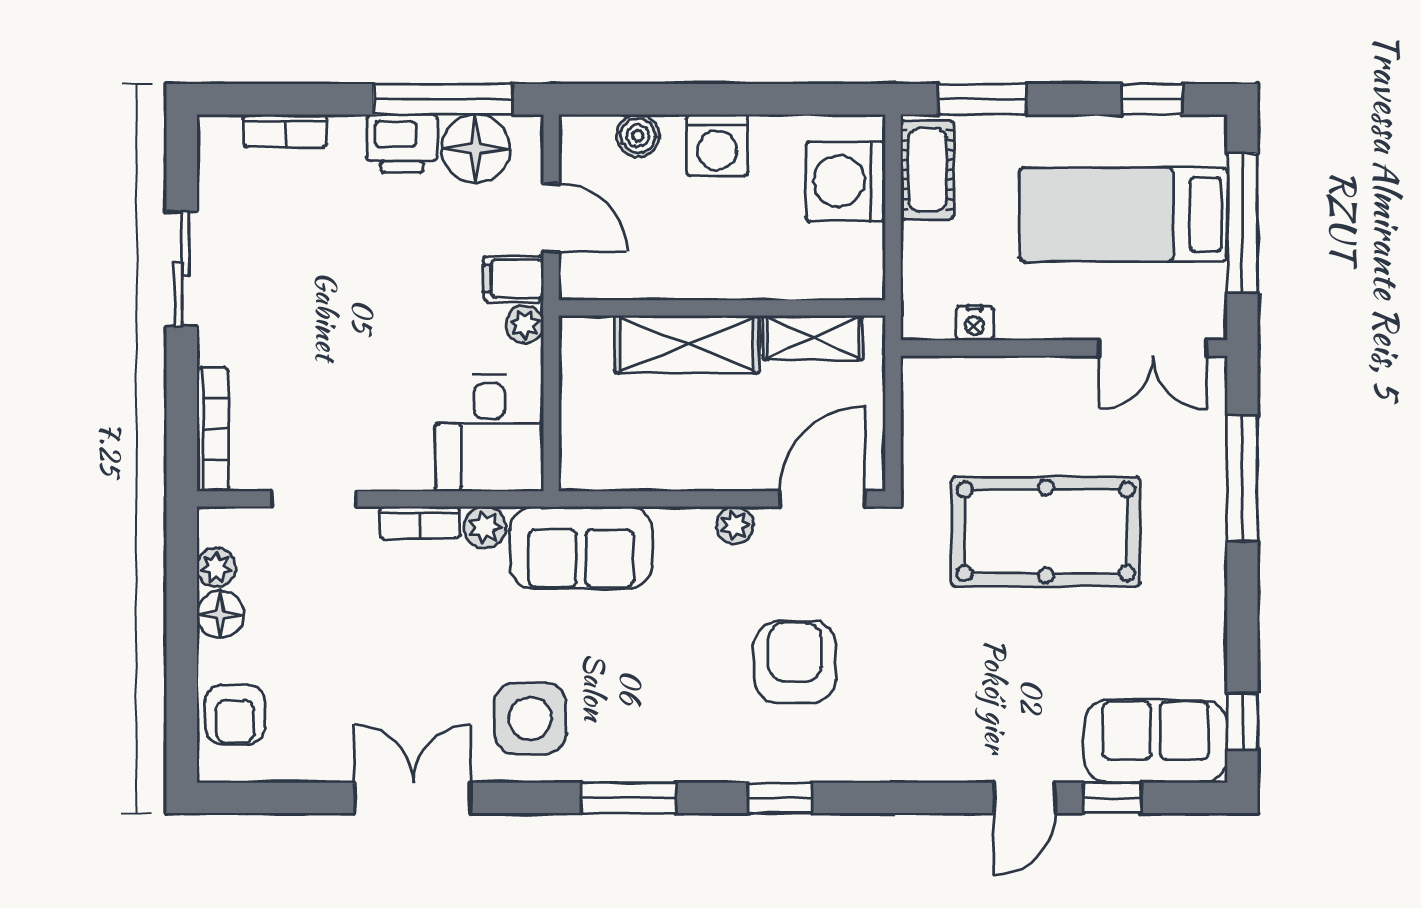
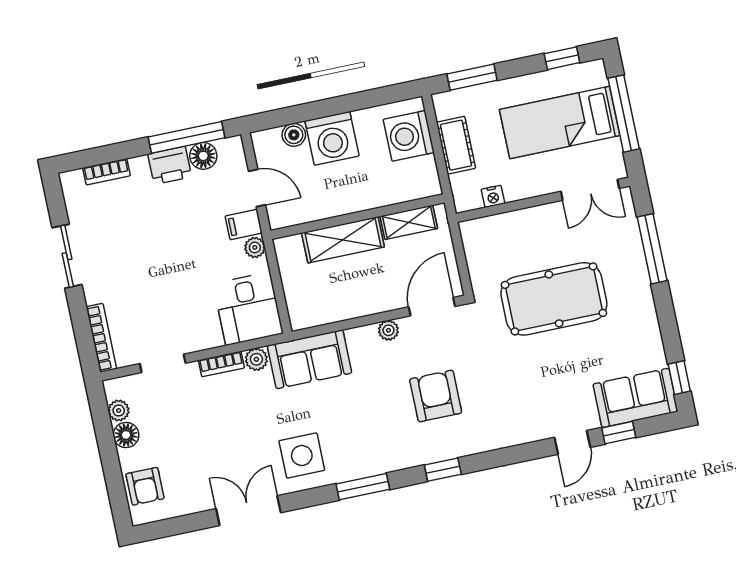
washing machine: (717, 145) -> (332, 138), width x1.37, depth x1.37
floor lamp: (476, 149) -> (203, 156), width x0.73, depth x0.73
cot: (927, 170) -> (456, 145), moved

